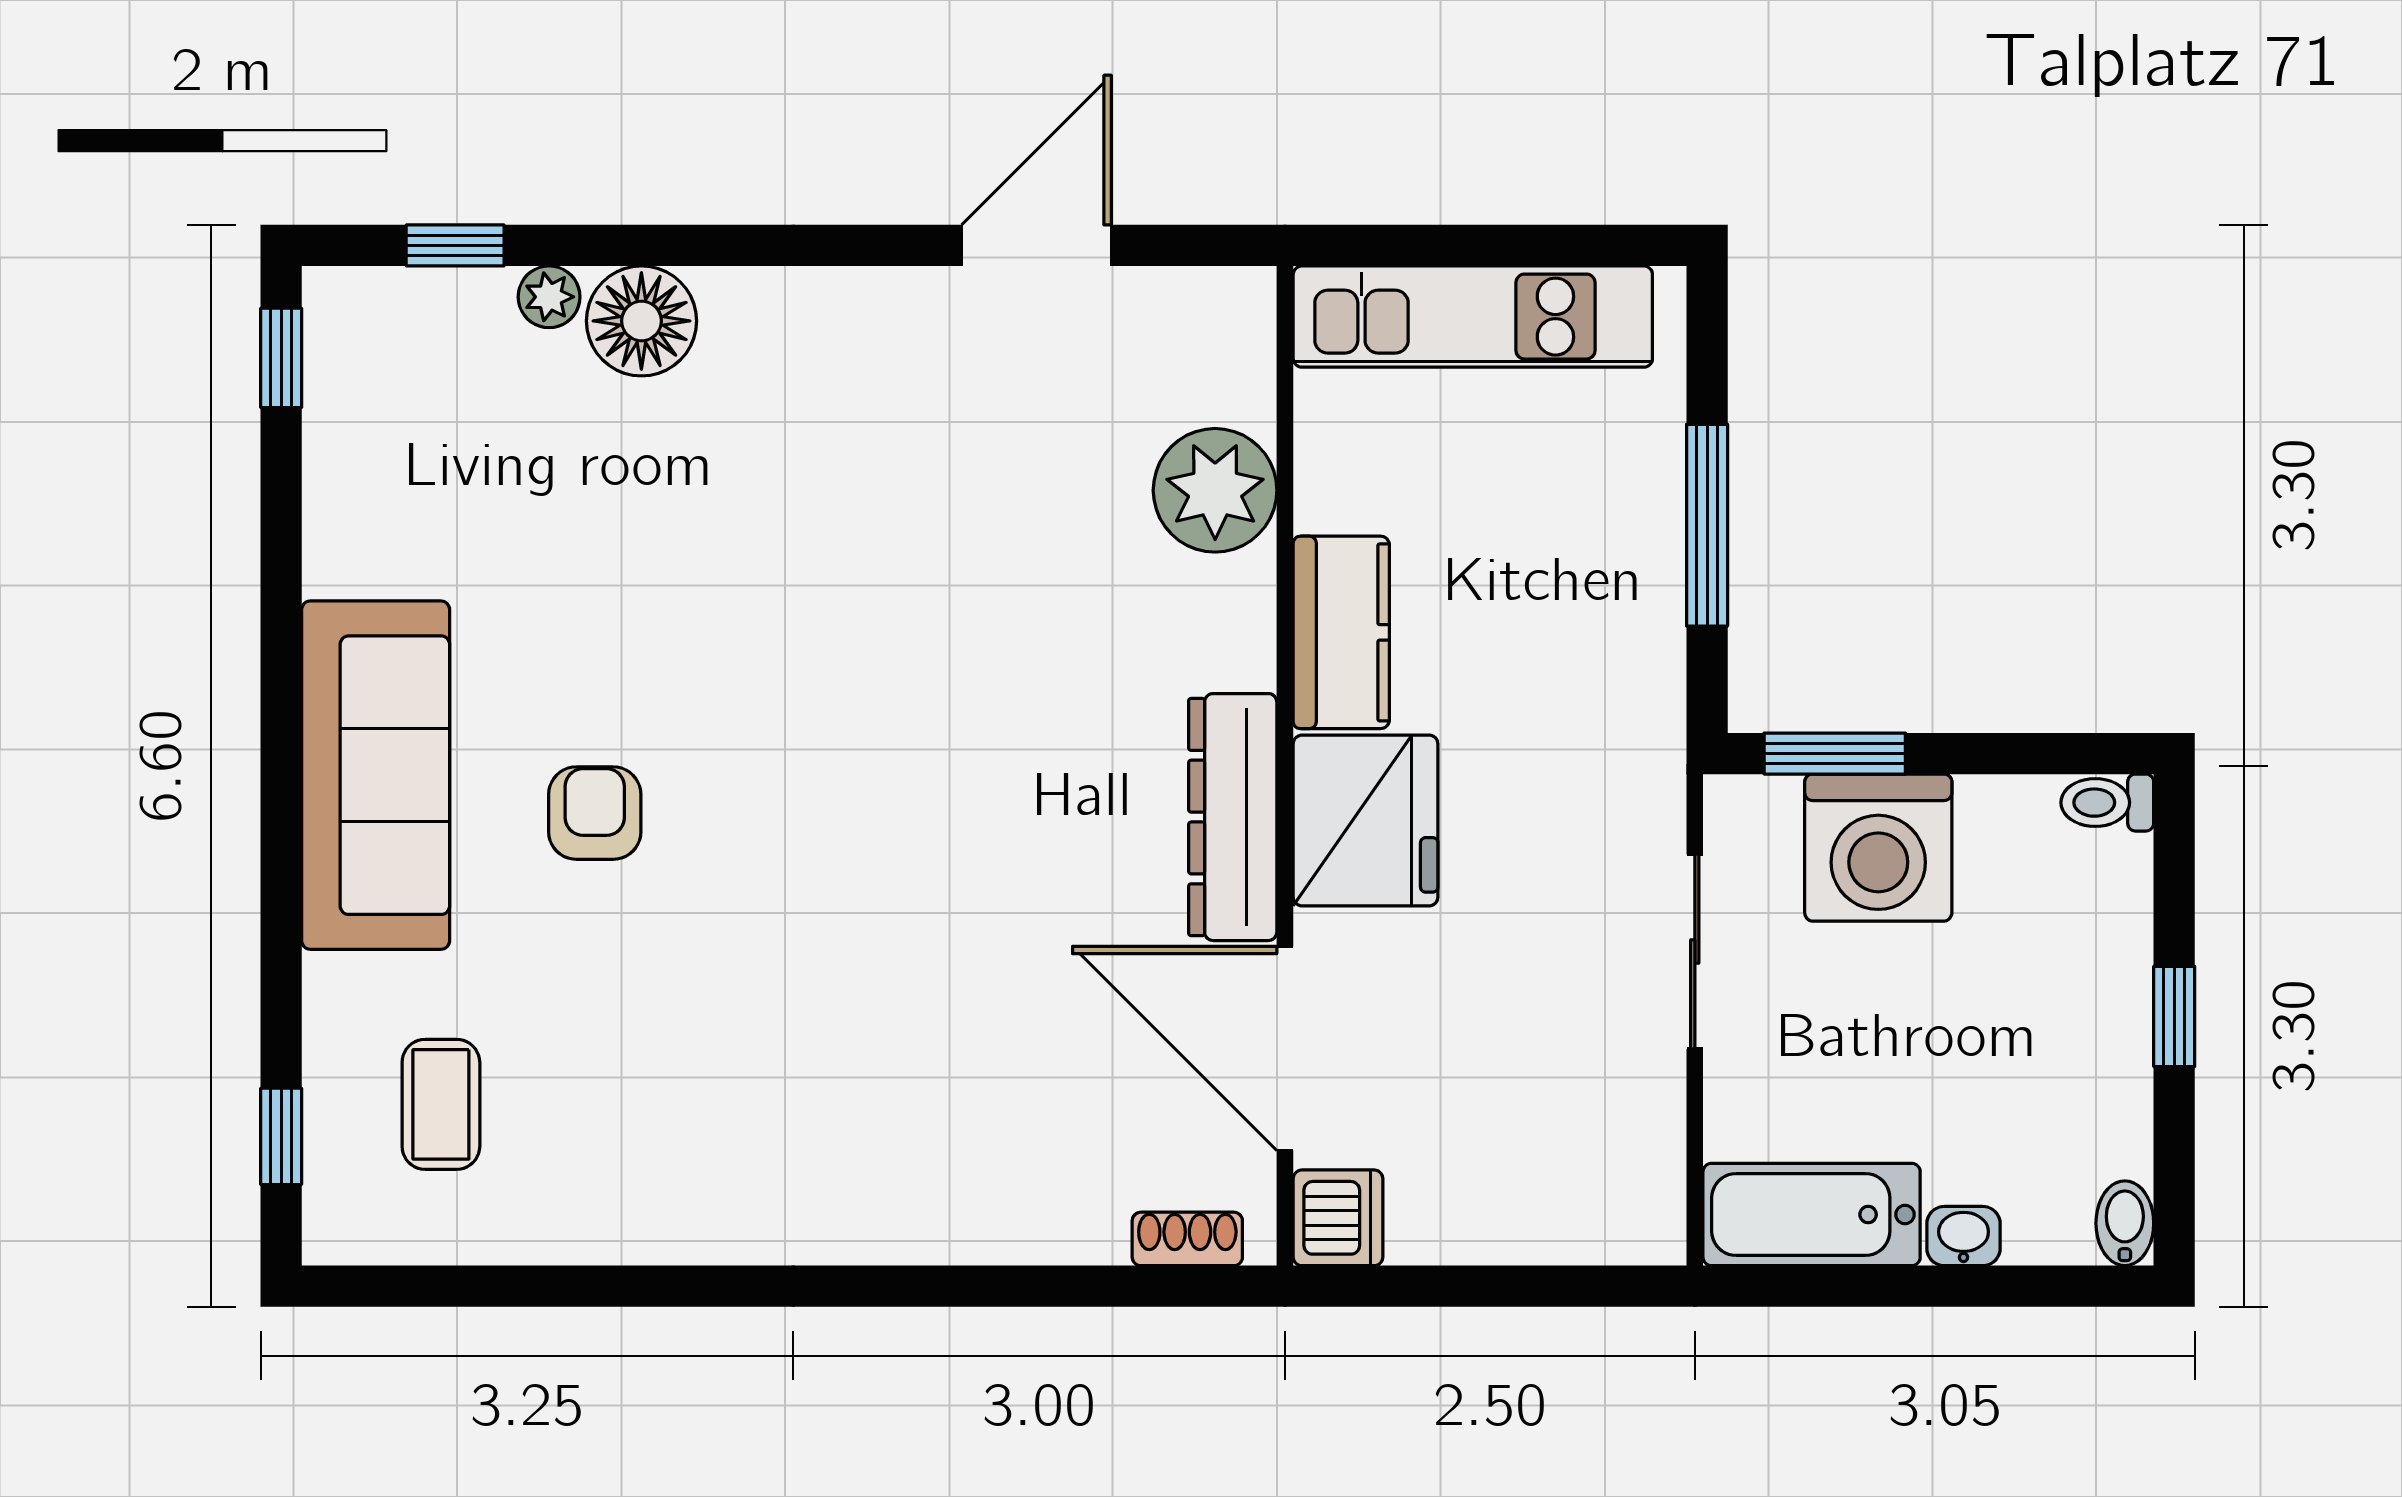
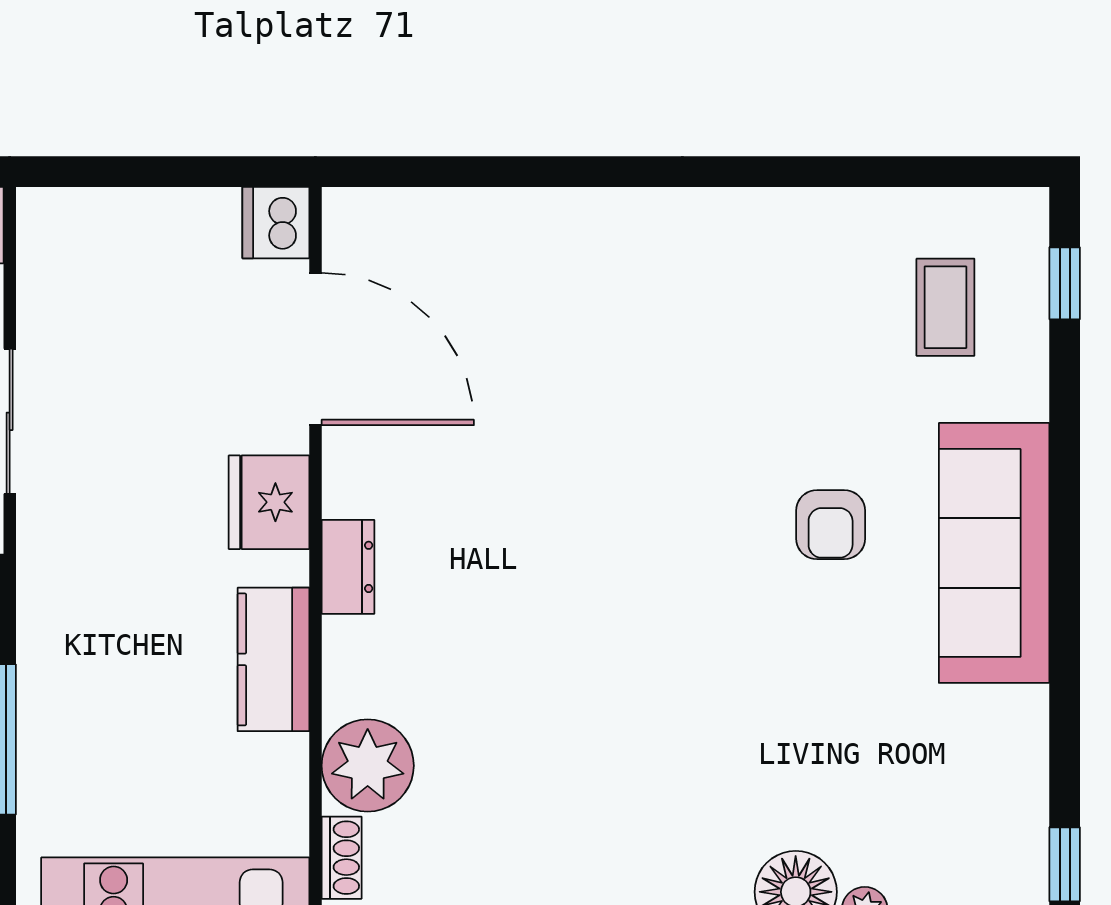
dresser: (1233, 817) -> (348, 567), width x0.51, depth x0.80
fridge: (1366, 820) -> (269, 502), width x0.73, depth x0.75
shoe rack: (1187, 1239) -> (342, 858), moved, turned -90

